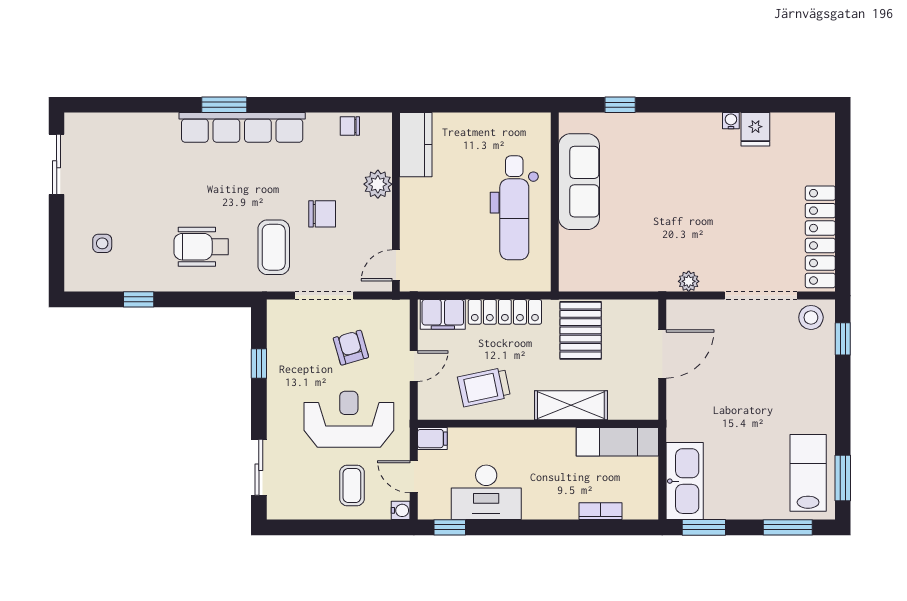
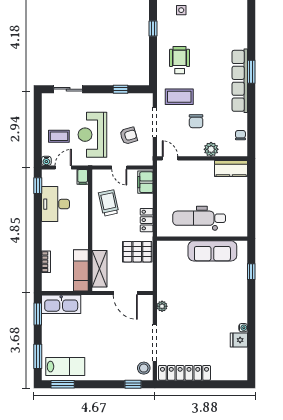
locker: (505, 312) -> (147, 220), width x0.66
shelving: (571, 405) -> (99, 269), moved
reception desk: (349, 419) -> (92, 135), turned 180

